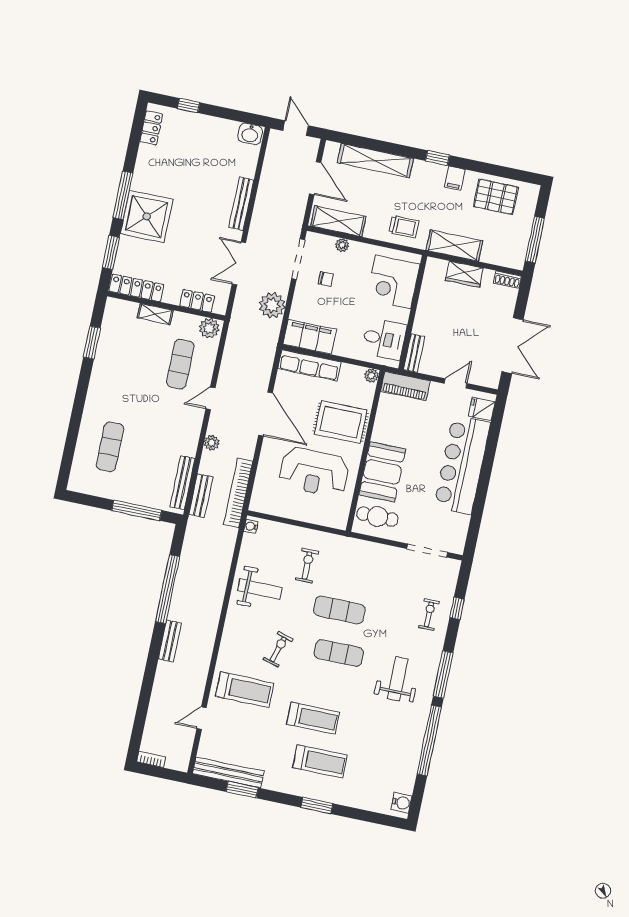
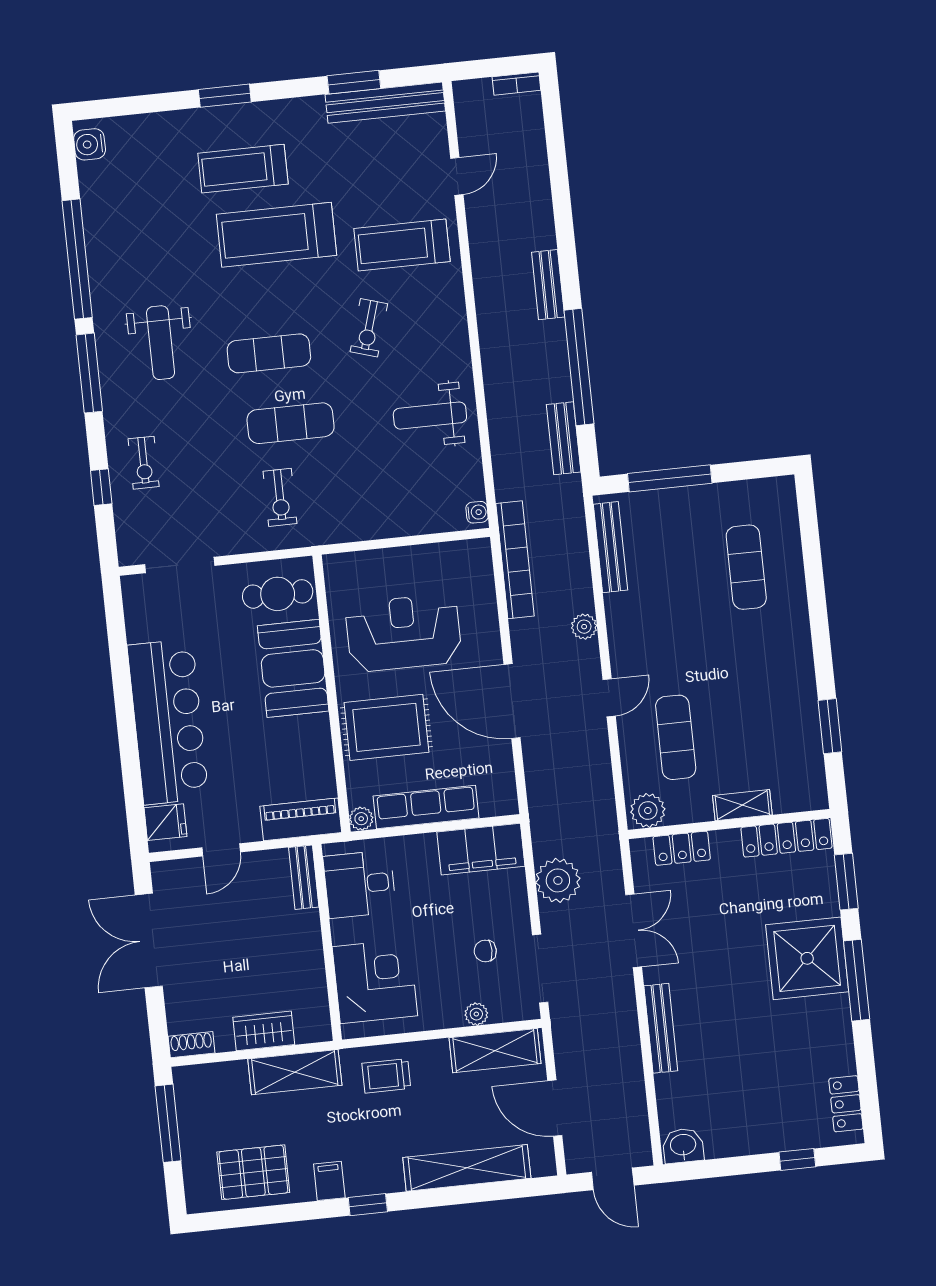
row of seats: (309, 365) -> (426, 807), moved
bench: (201, 496) -> (564, 438), moved
exercise bike: (307, 566) -> (280, 497), moved
treadmill: (313, 718) -> (276, 235), width x1.37, depth x1.38

